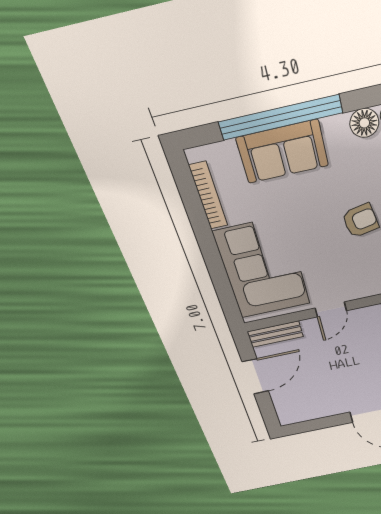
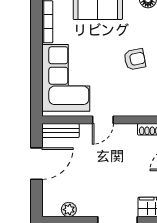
plant: (312, 413) -> (69, 210), added

